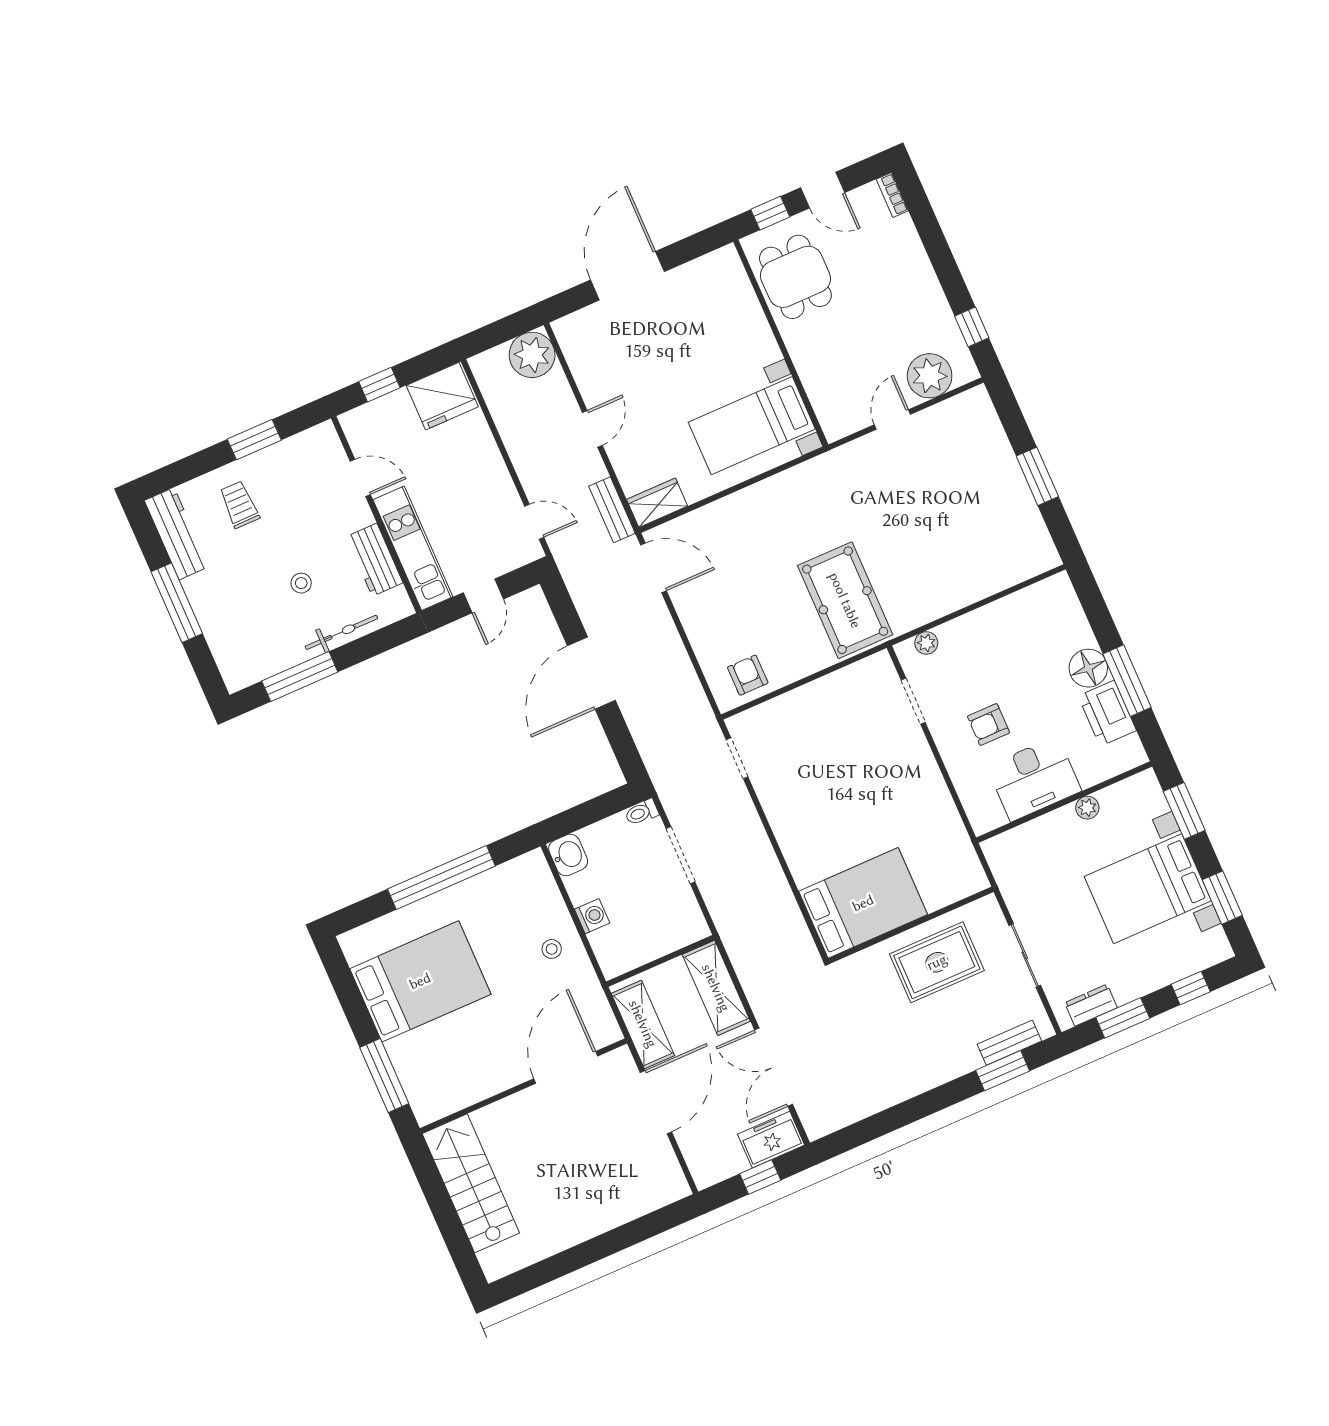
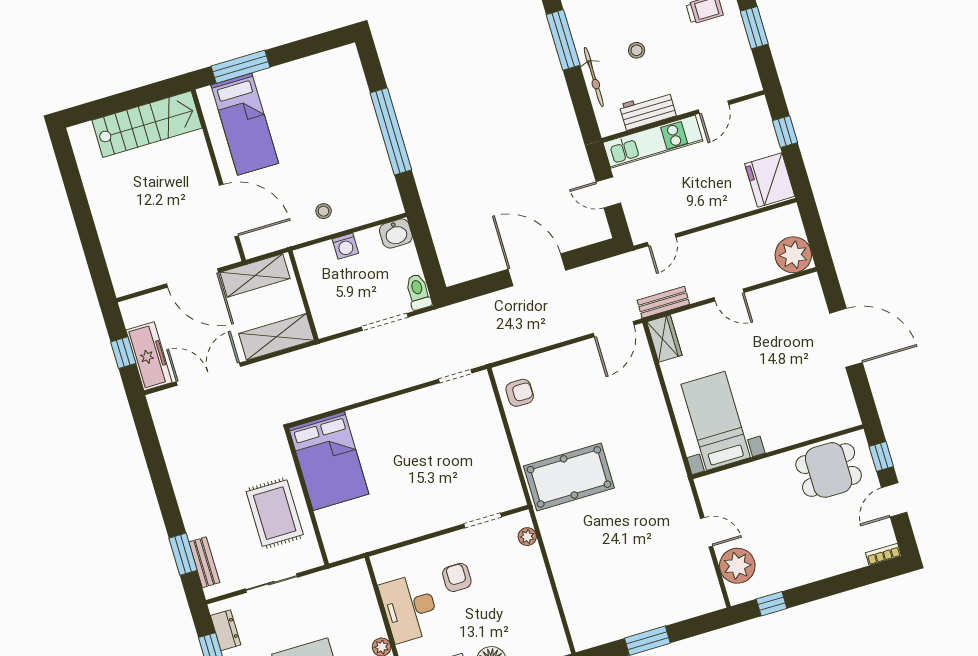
toilet: (642, 812) -> (418, 292), width x1.37, depth x1.39
bed: (420, 981) -> (245, 124), moved, width x0.67
freezer: (771, 1140) -> (149, 356), width x1.40

